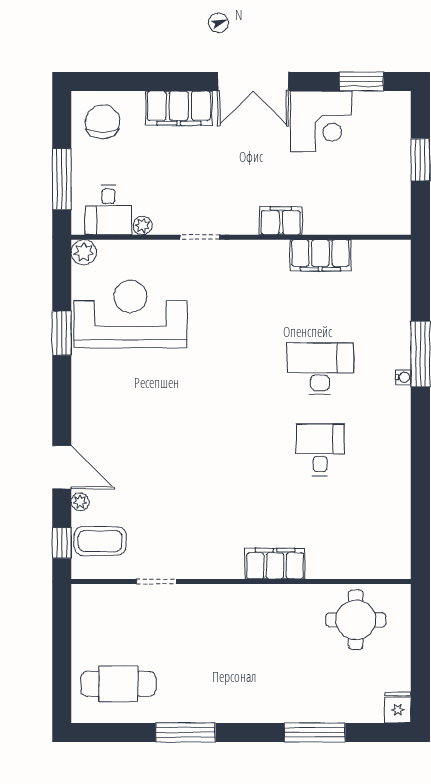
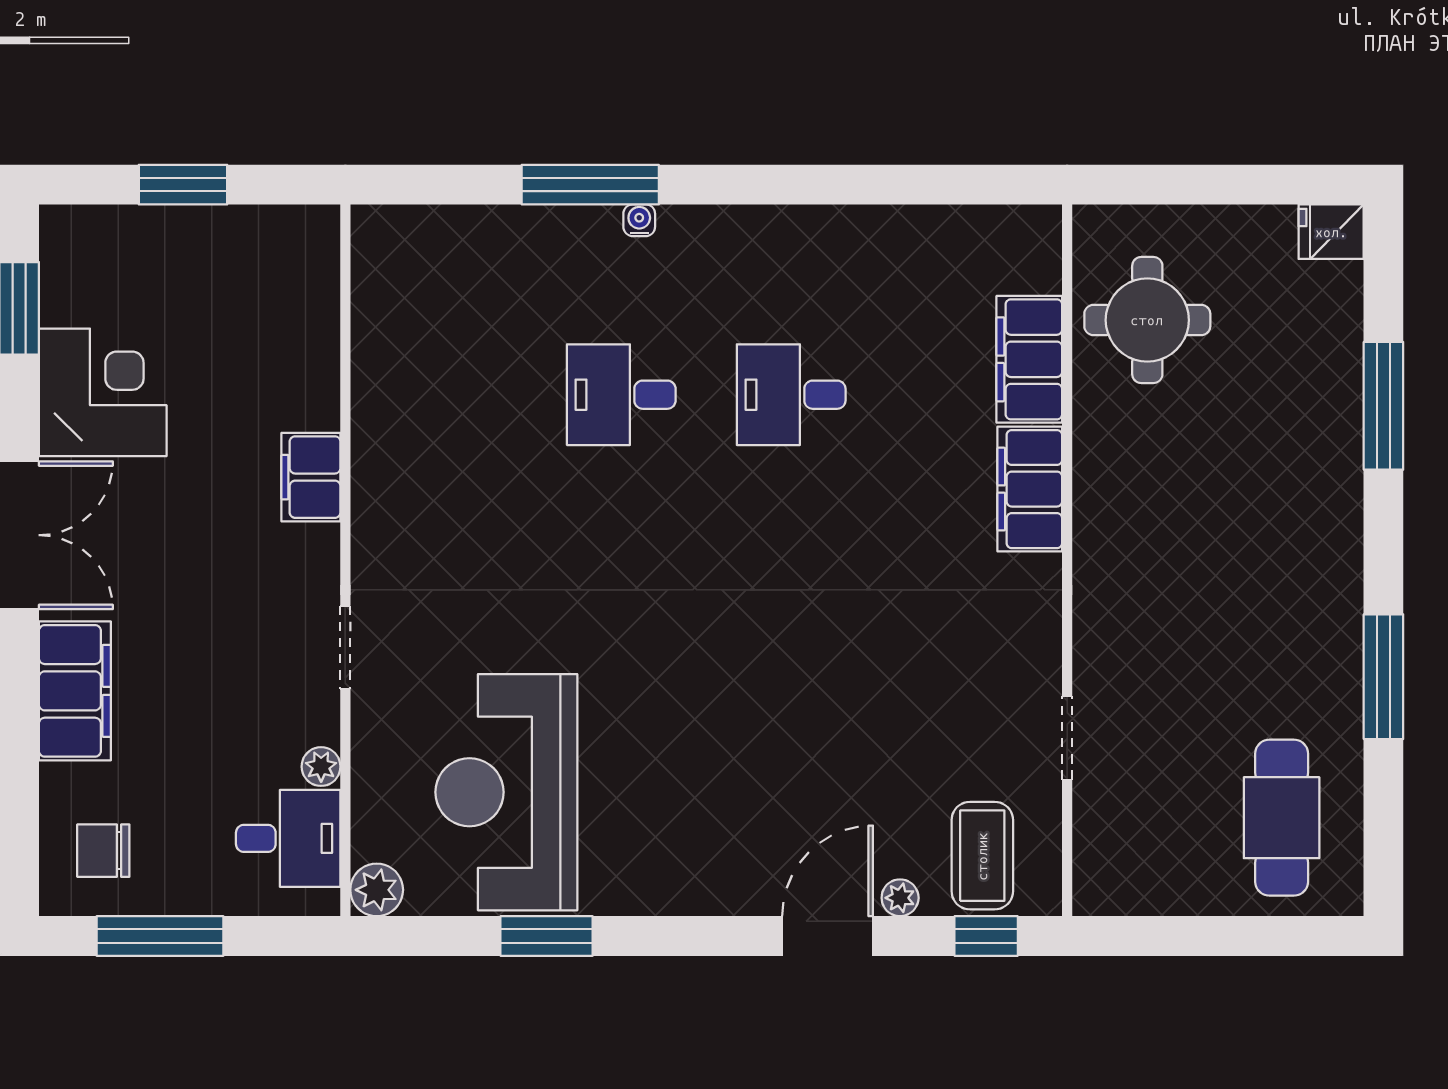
chair: (103, 122) -> (103, 851), width x0.73, depth x0.73
window: (62, 179) -> (160, 936), moved
filing cabinet: (320, 255) -> (1029, 359), moved, turned 180
desk: (320, 369) -> (621, 395), width x0.73

